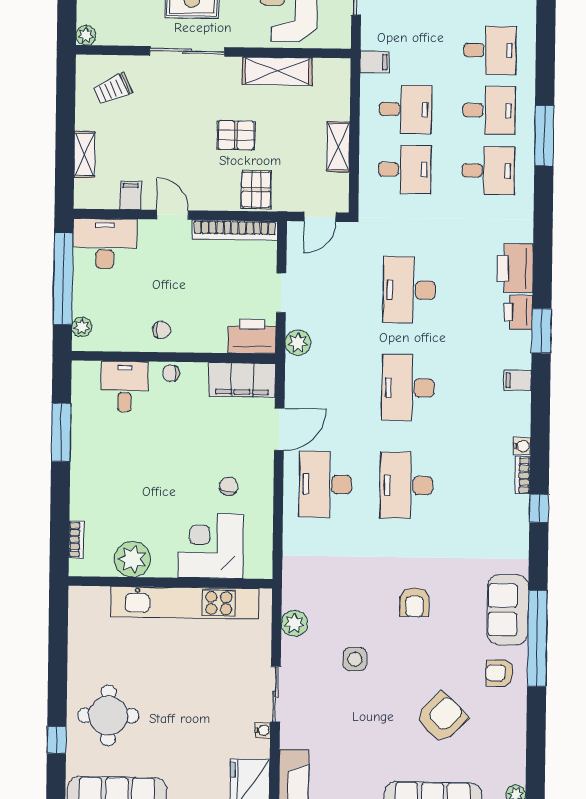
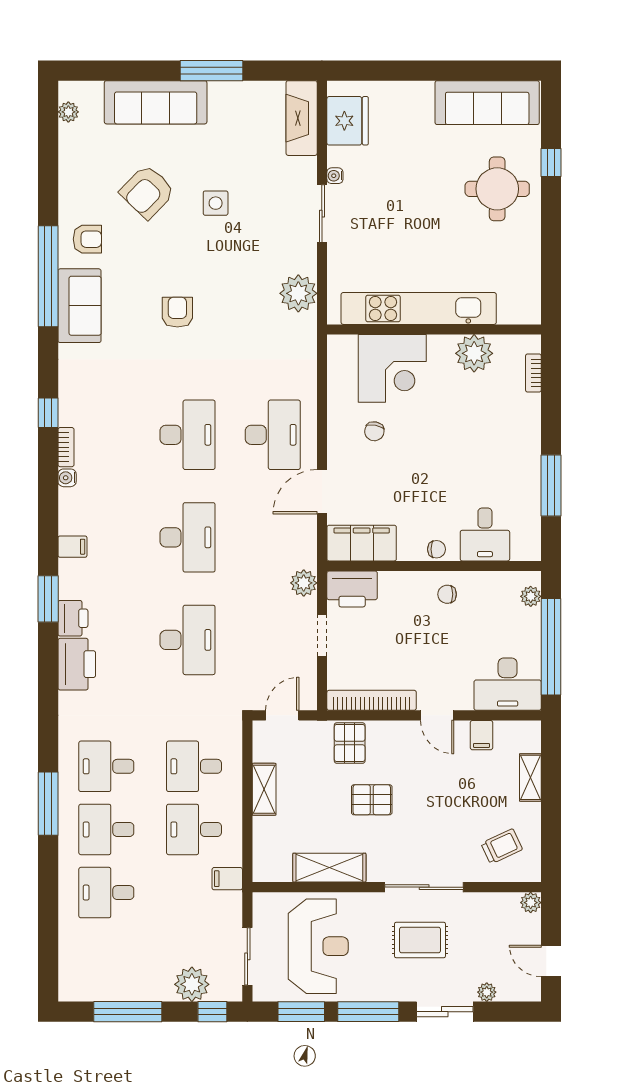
plant: (294, 623) -> (298, 293), width x1.36, depth x1.36
side table: (355, 659) -> (216, 203), moved

